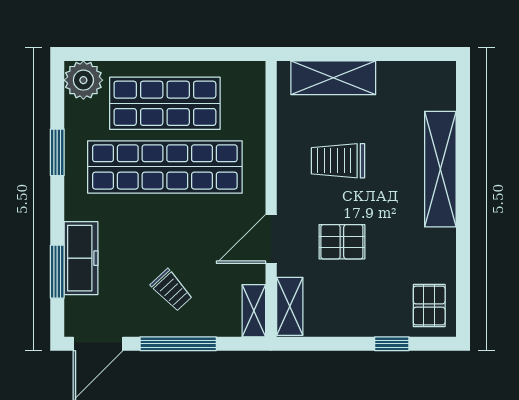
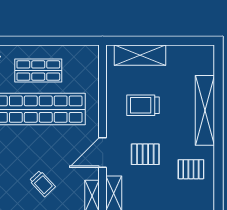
shop shelf: (165, 103) -> (38, 71), width x0.70, depth x0.74
pallet: (429, 306) -> (191, 169), moved, turned 90

